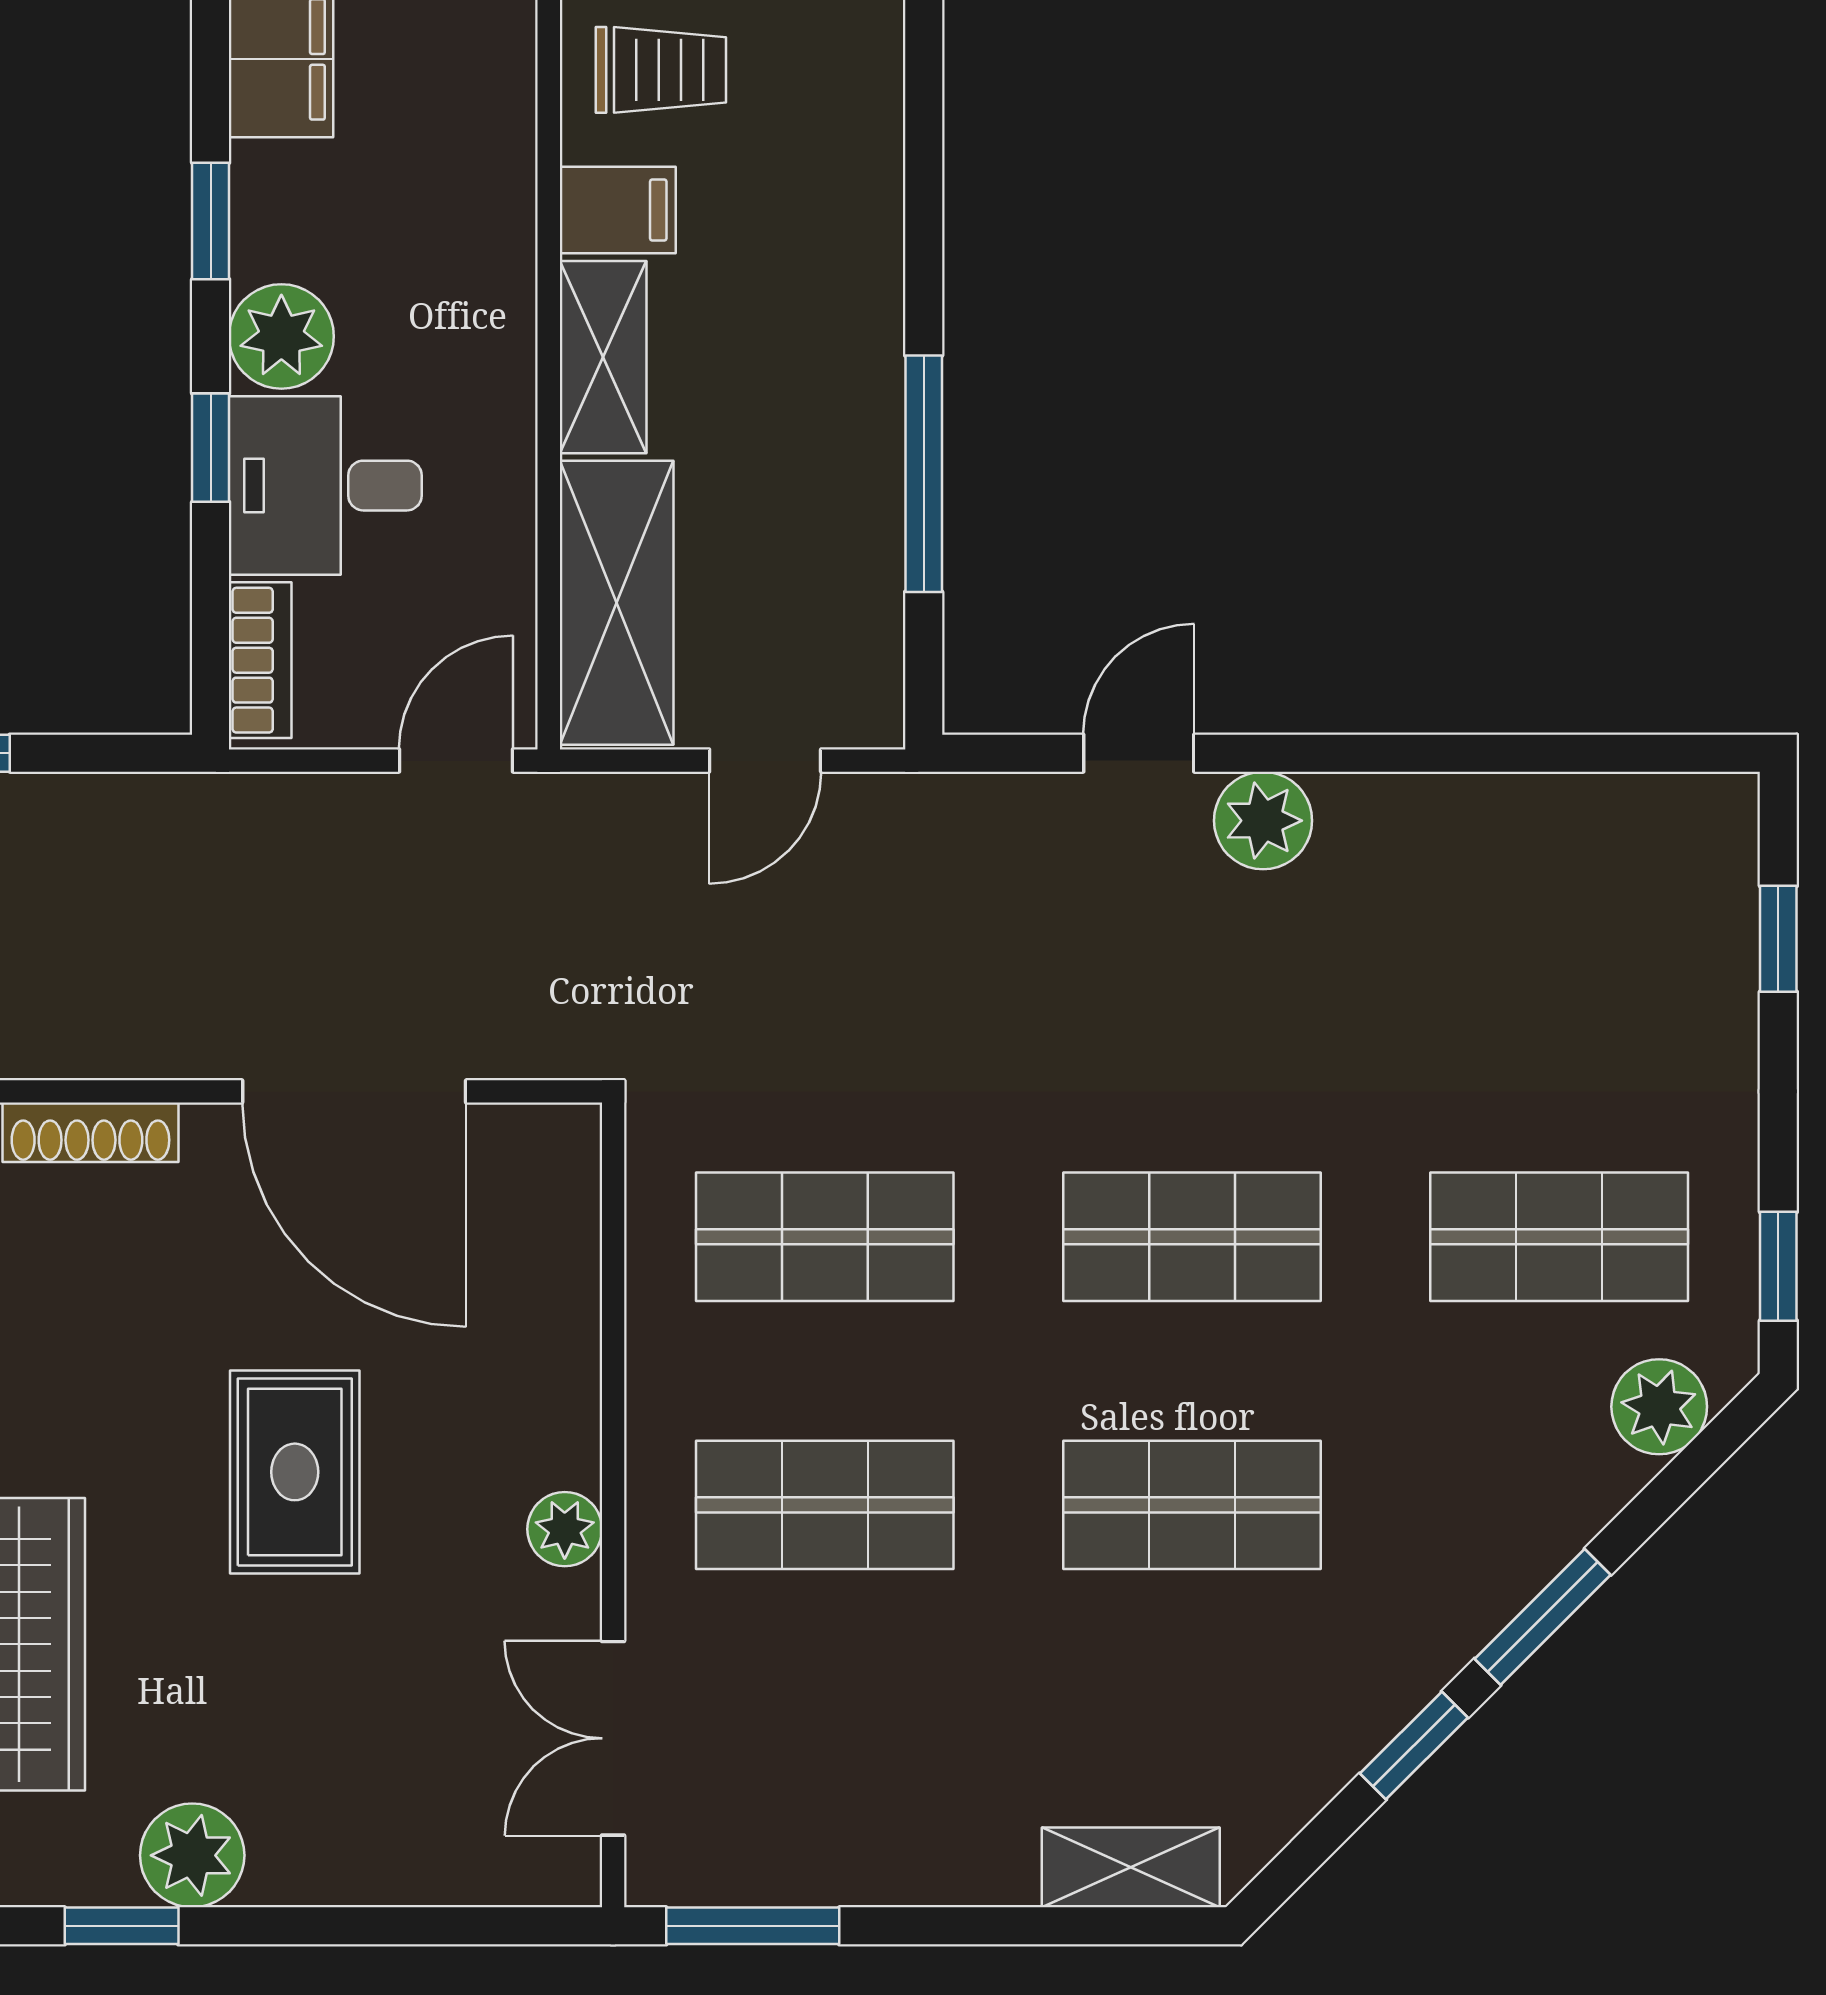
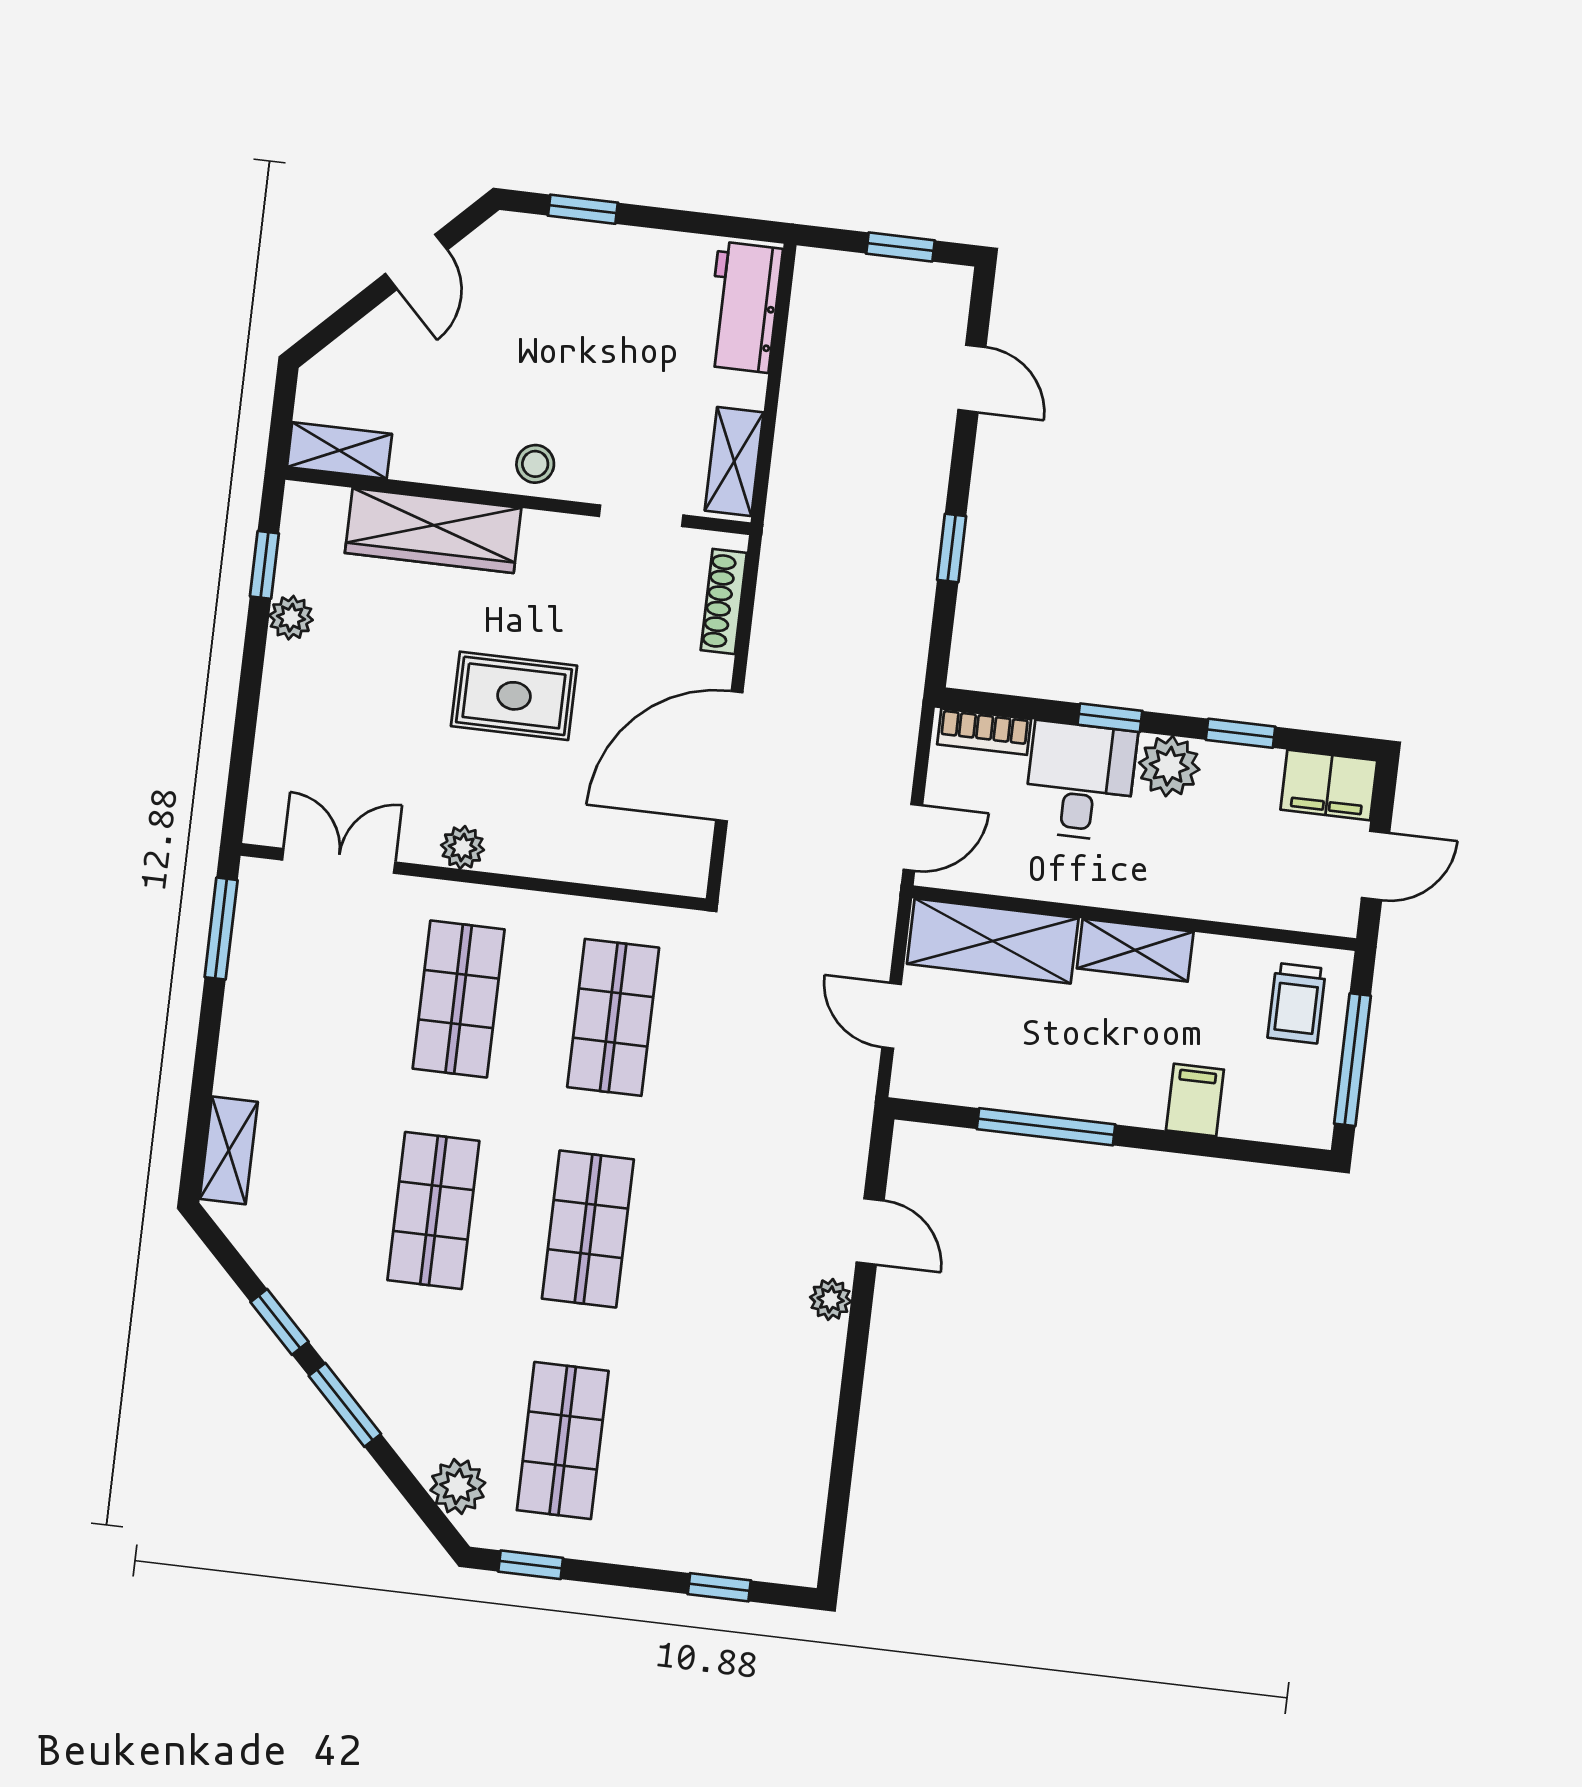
filing cabinet: (618, 210) -> (1195, 1100), moved, turned 180
door: (456, 761) -> (913, 838), hinge flipped
plant: (1263, 821) -> (831, 1299), width x0.73, depth x0.73
plant: (192, 1855) -> (291, 618), width x0.73, depth x0.73

